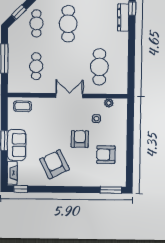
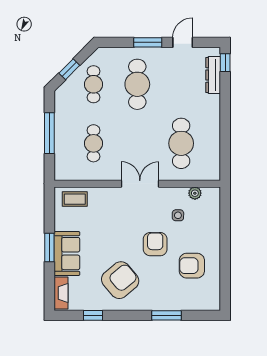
armchair: (54, 164) -> (120, 280), turned 76
window: (21, 189) -> (93, 315), moved
window: (111, 190) -> (167, 315), moved

